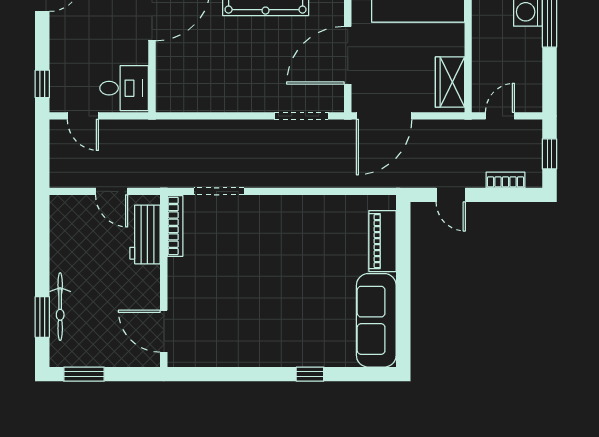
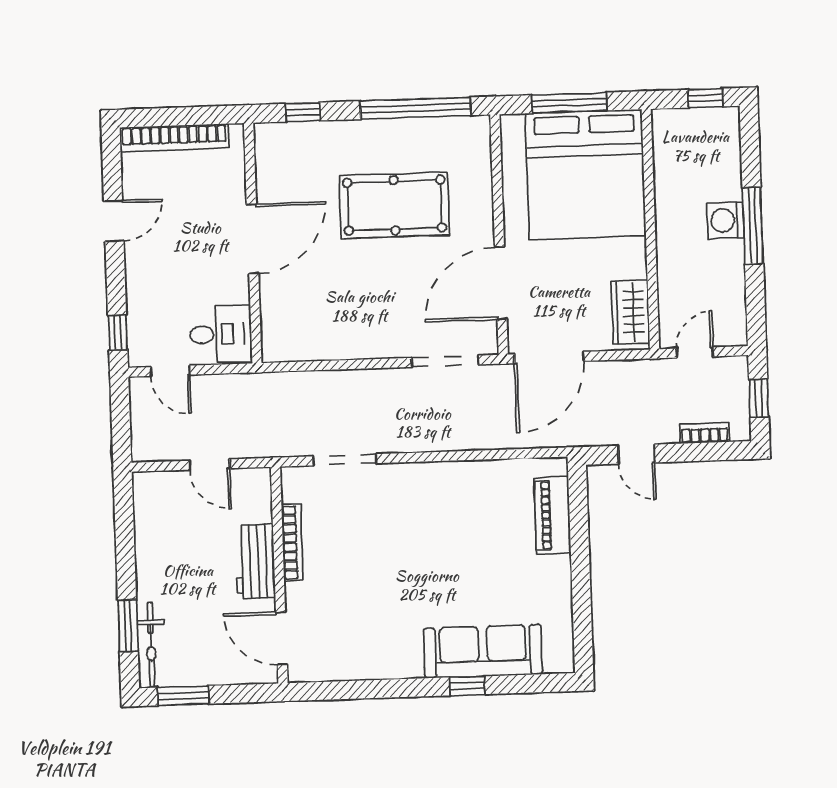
bookcase: (175, 226) -> (292, 542), moved
workbench: (145, 234) -> (255, 561), moved
bicycle: (60, 307) -> (151, 645), moved
sofa: (376, 320) -> (483, 651), moved, turned 90

